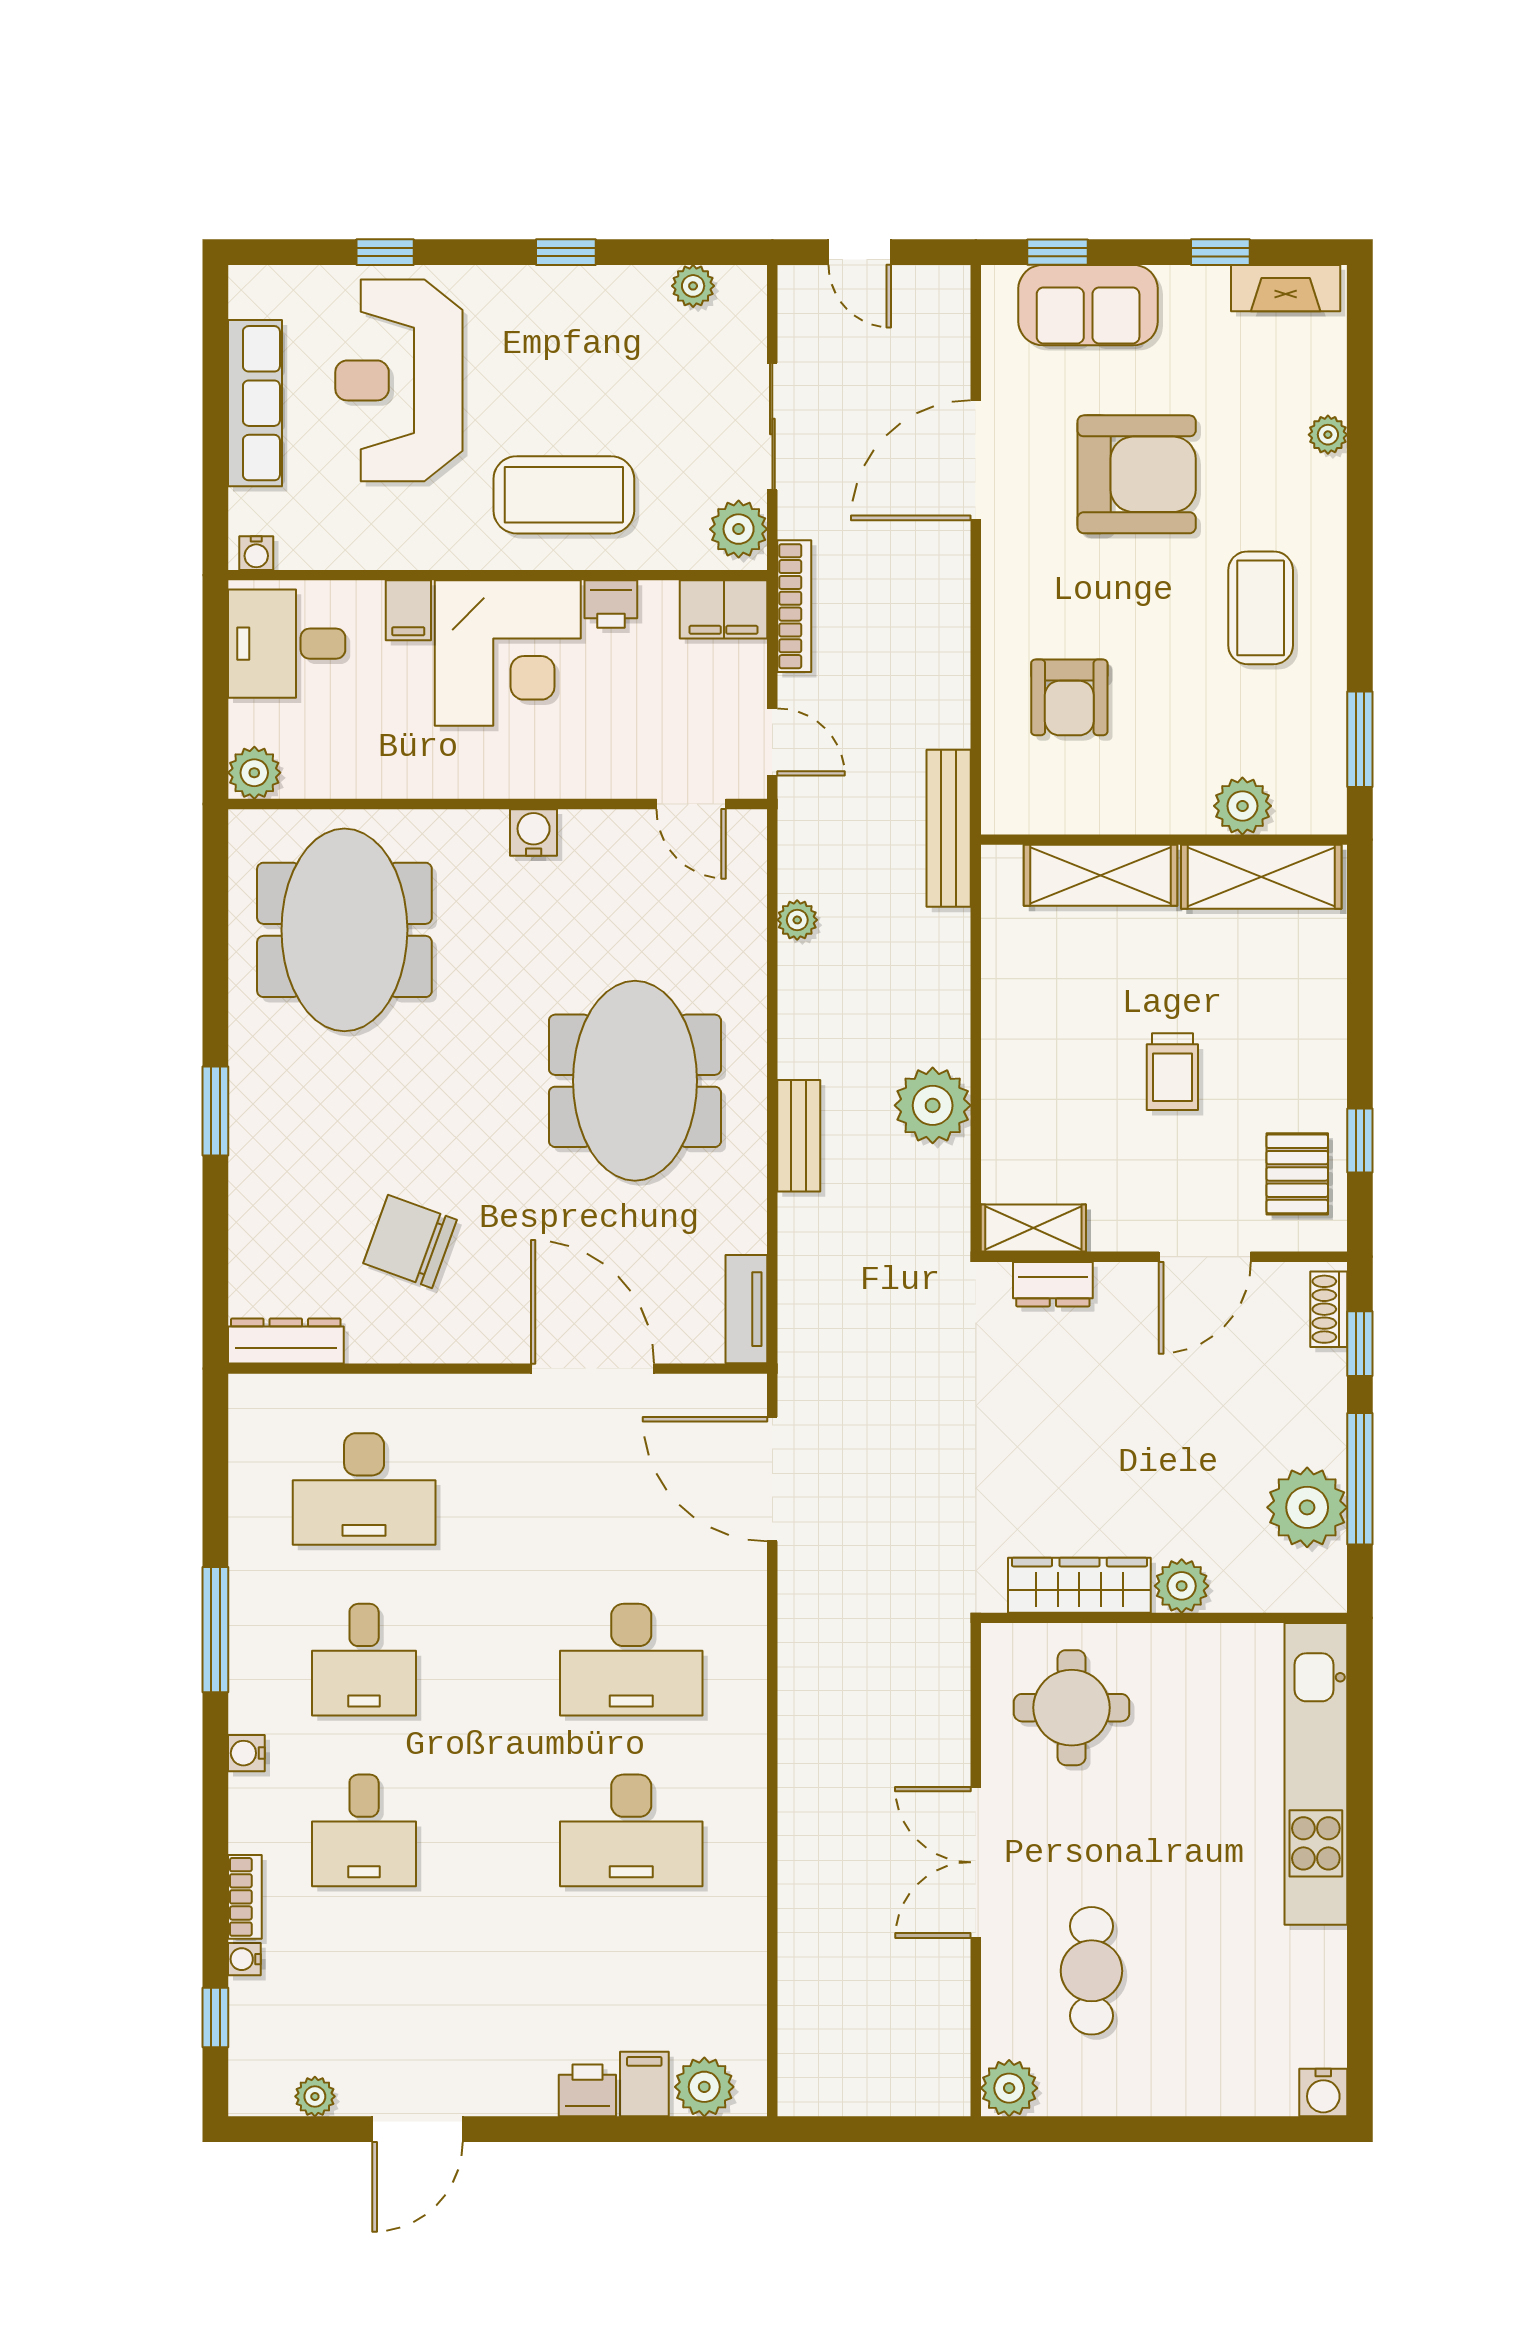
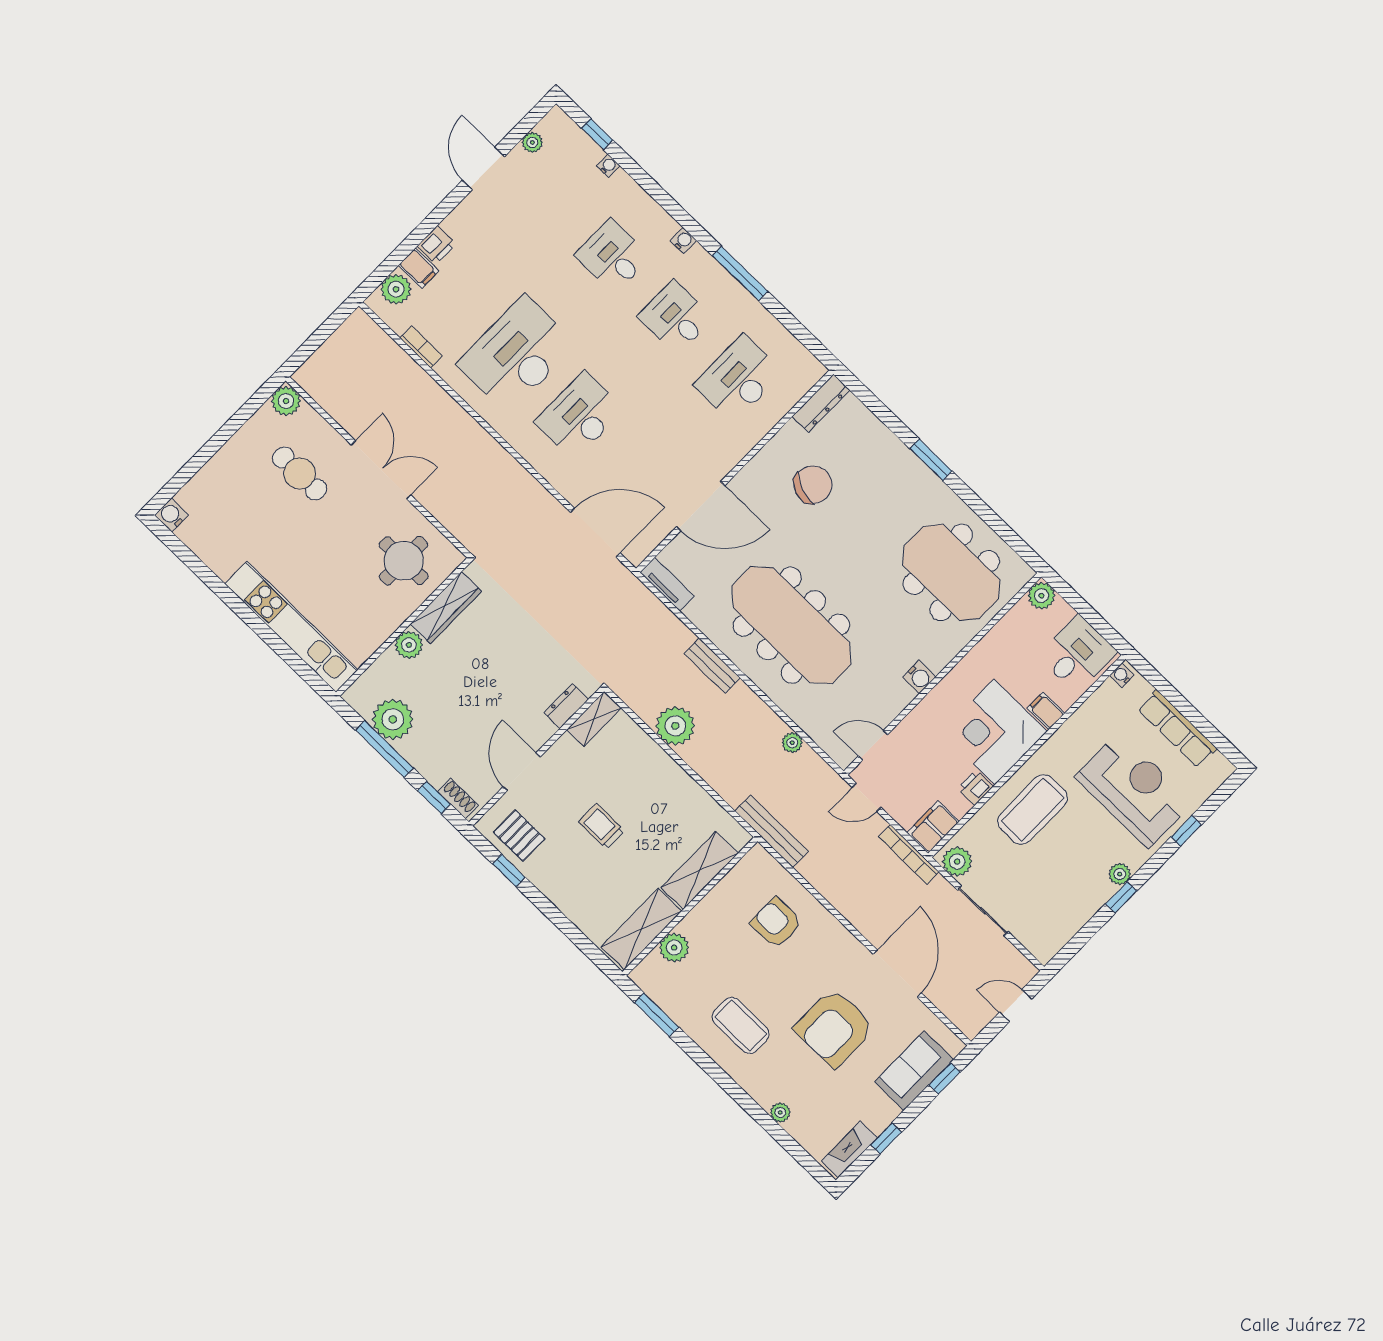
plant: (693, 286) -> (1120, 874), moved
meeting table: (635, 1081) -> (791, 625), width x1.36
desk: (631, 1830) -> (517, 354), width x1.36, depth x1.30
bookcase: (245, 1897) -> (421, 347), moved, turned 180

